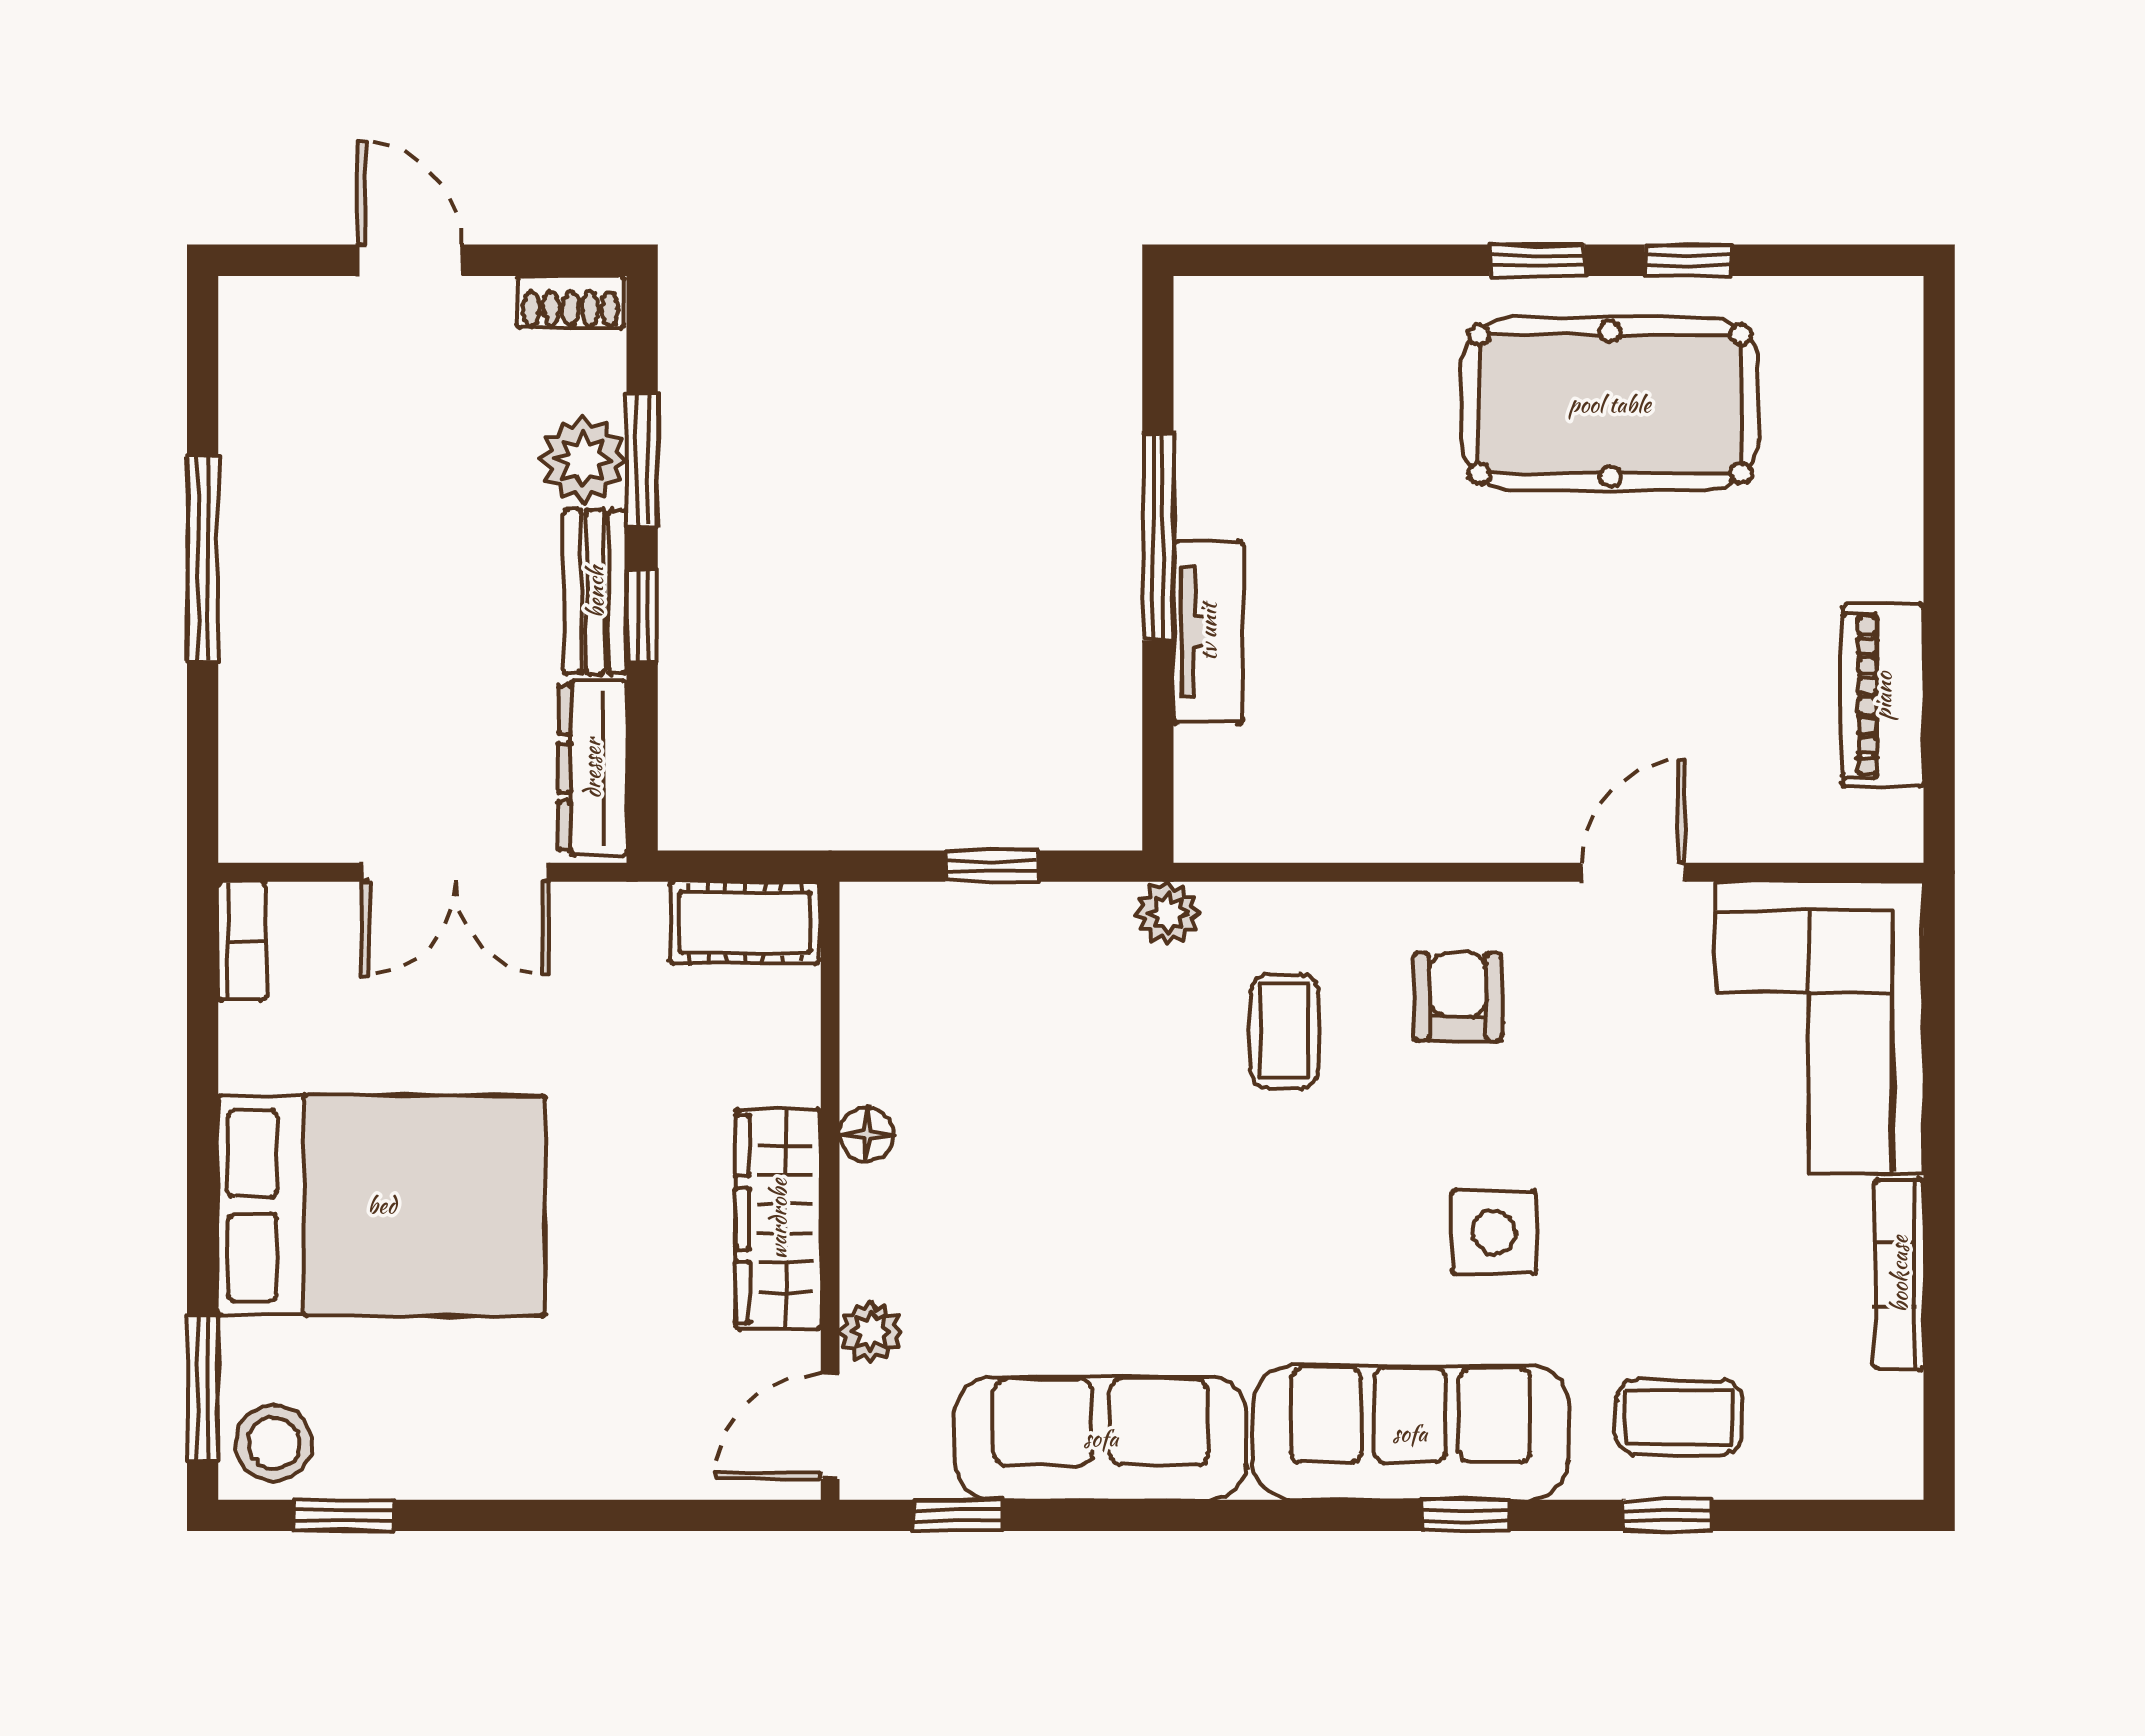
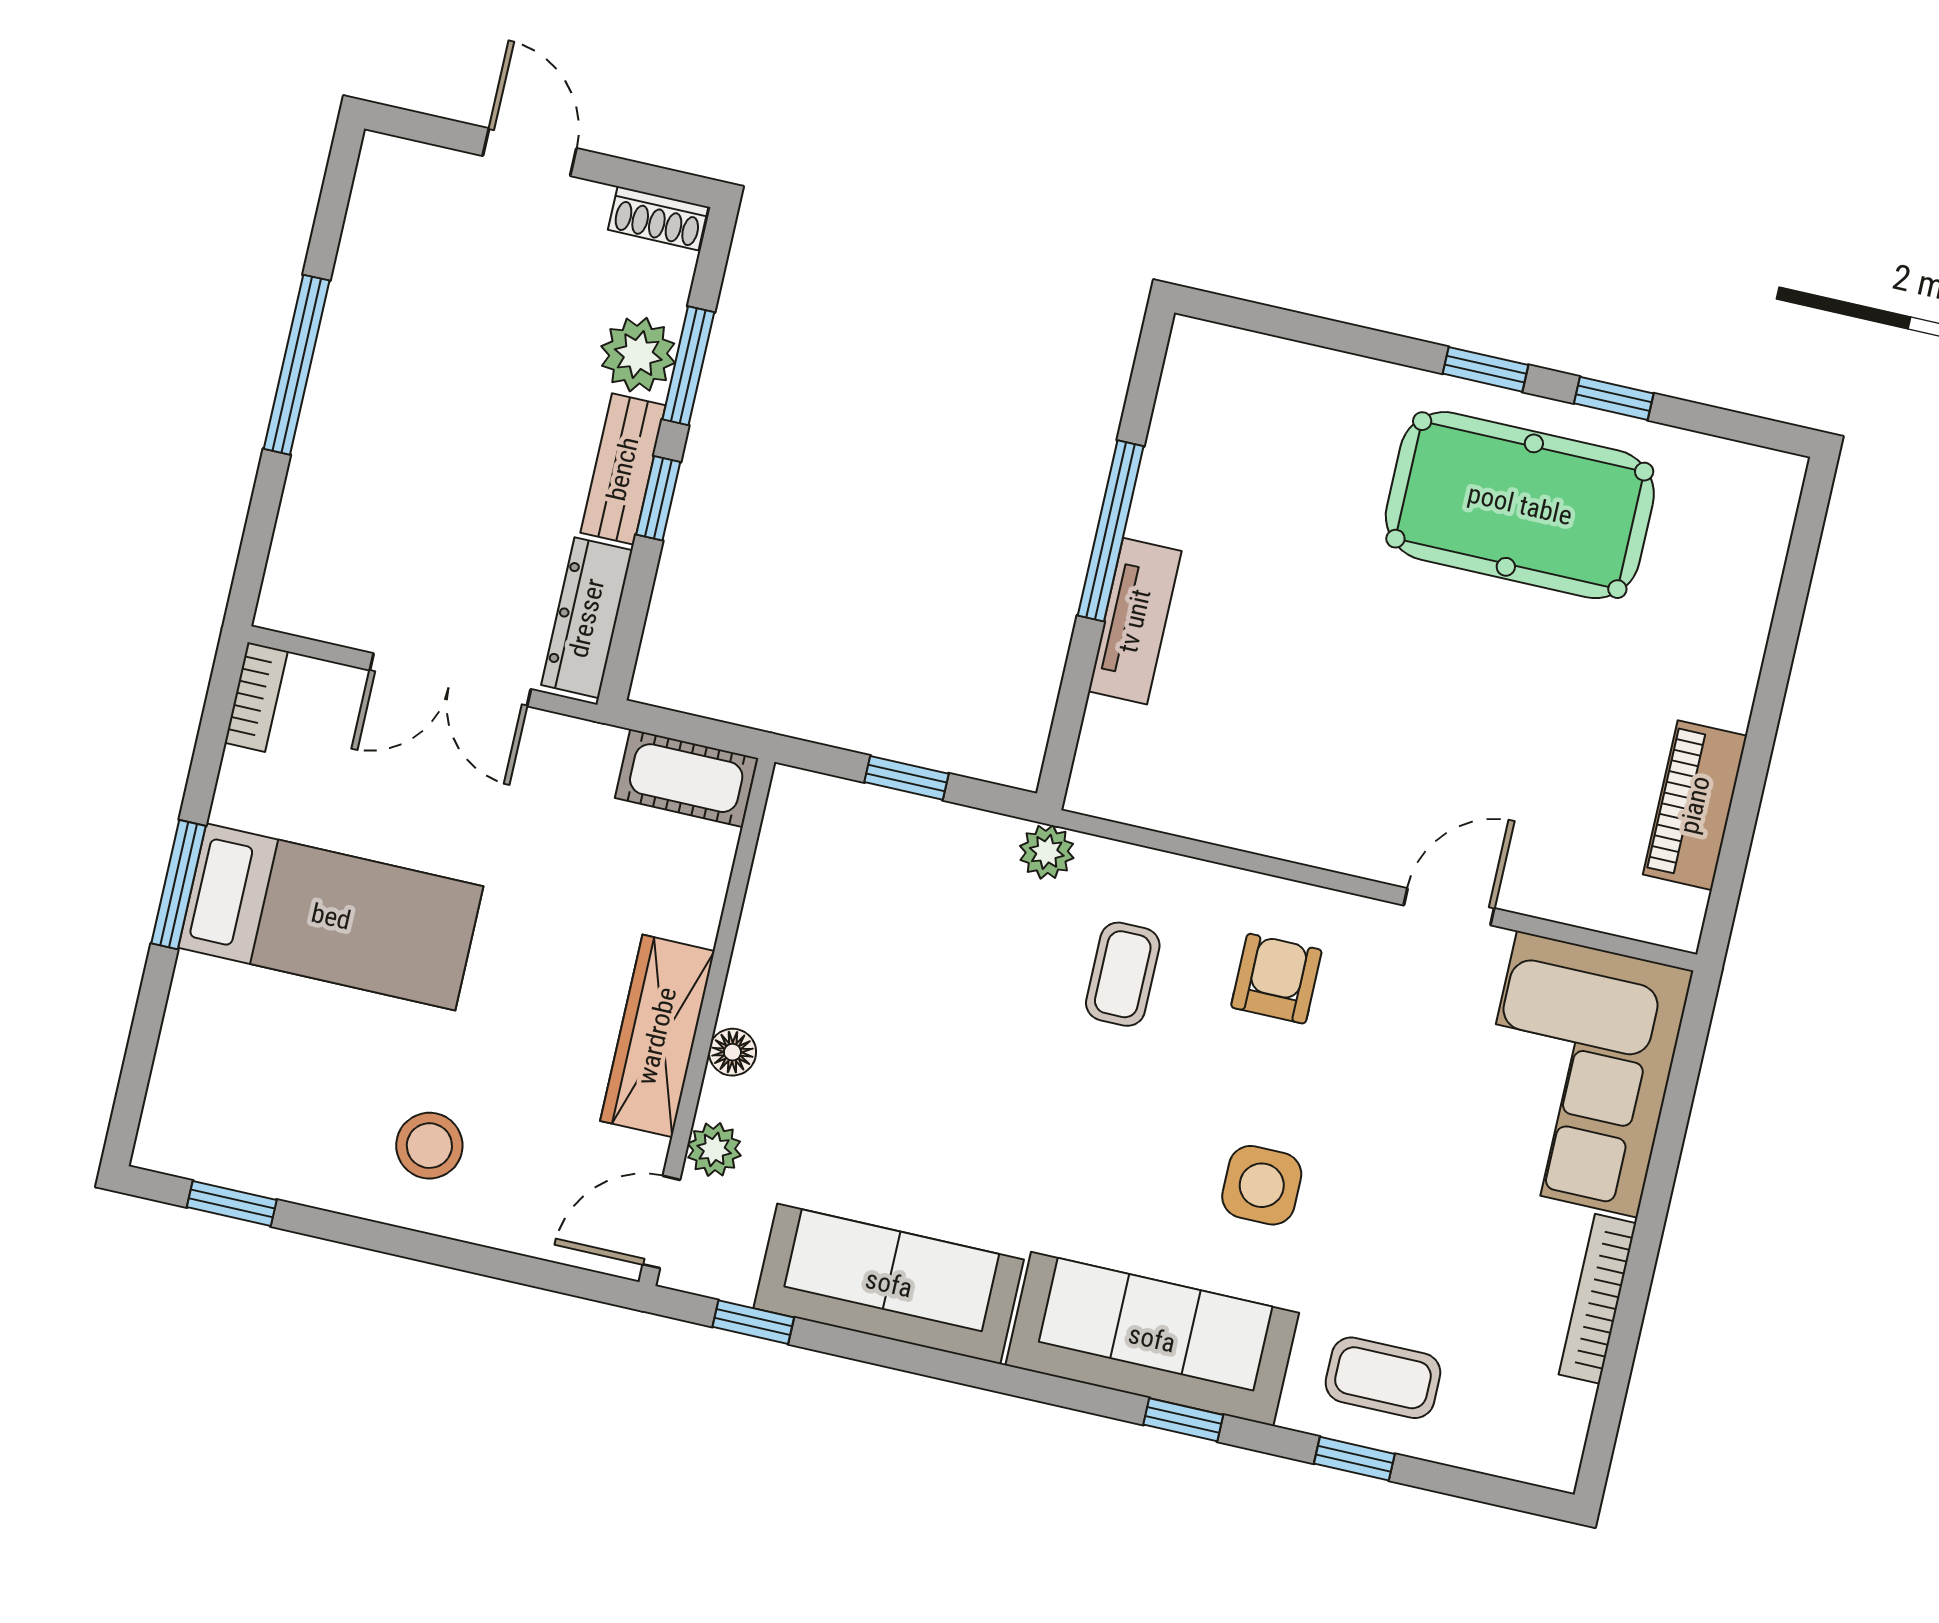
floor lamp: (867, 1135) -> (732, 1052), moved
bed: (382, 1205) -> (331, 917), width x0.67
window: (203, 1388) -> (179, 885), moved
stool: (274, 1443) -> (429, 1146), moved

